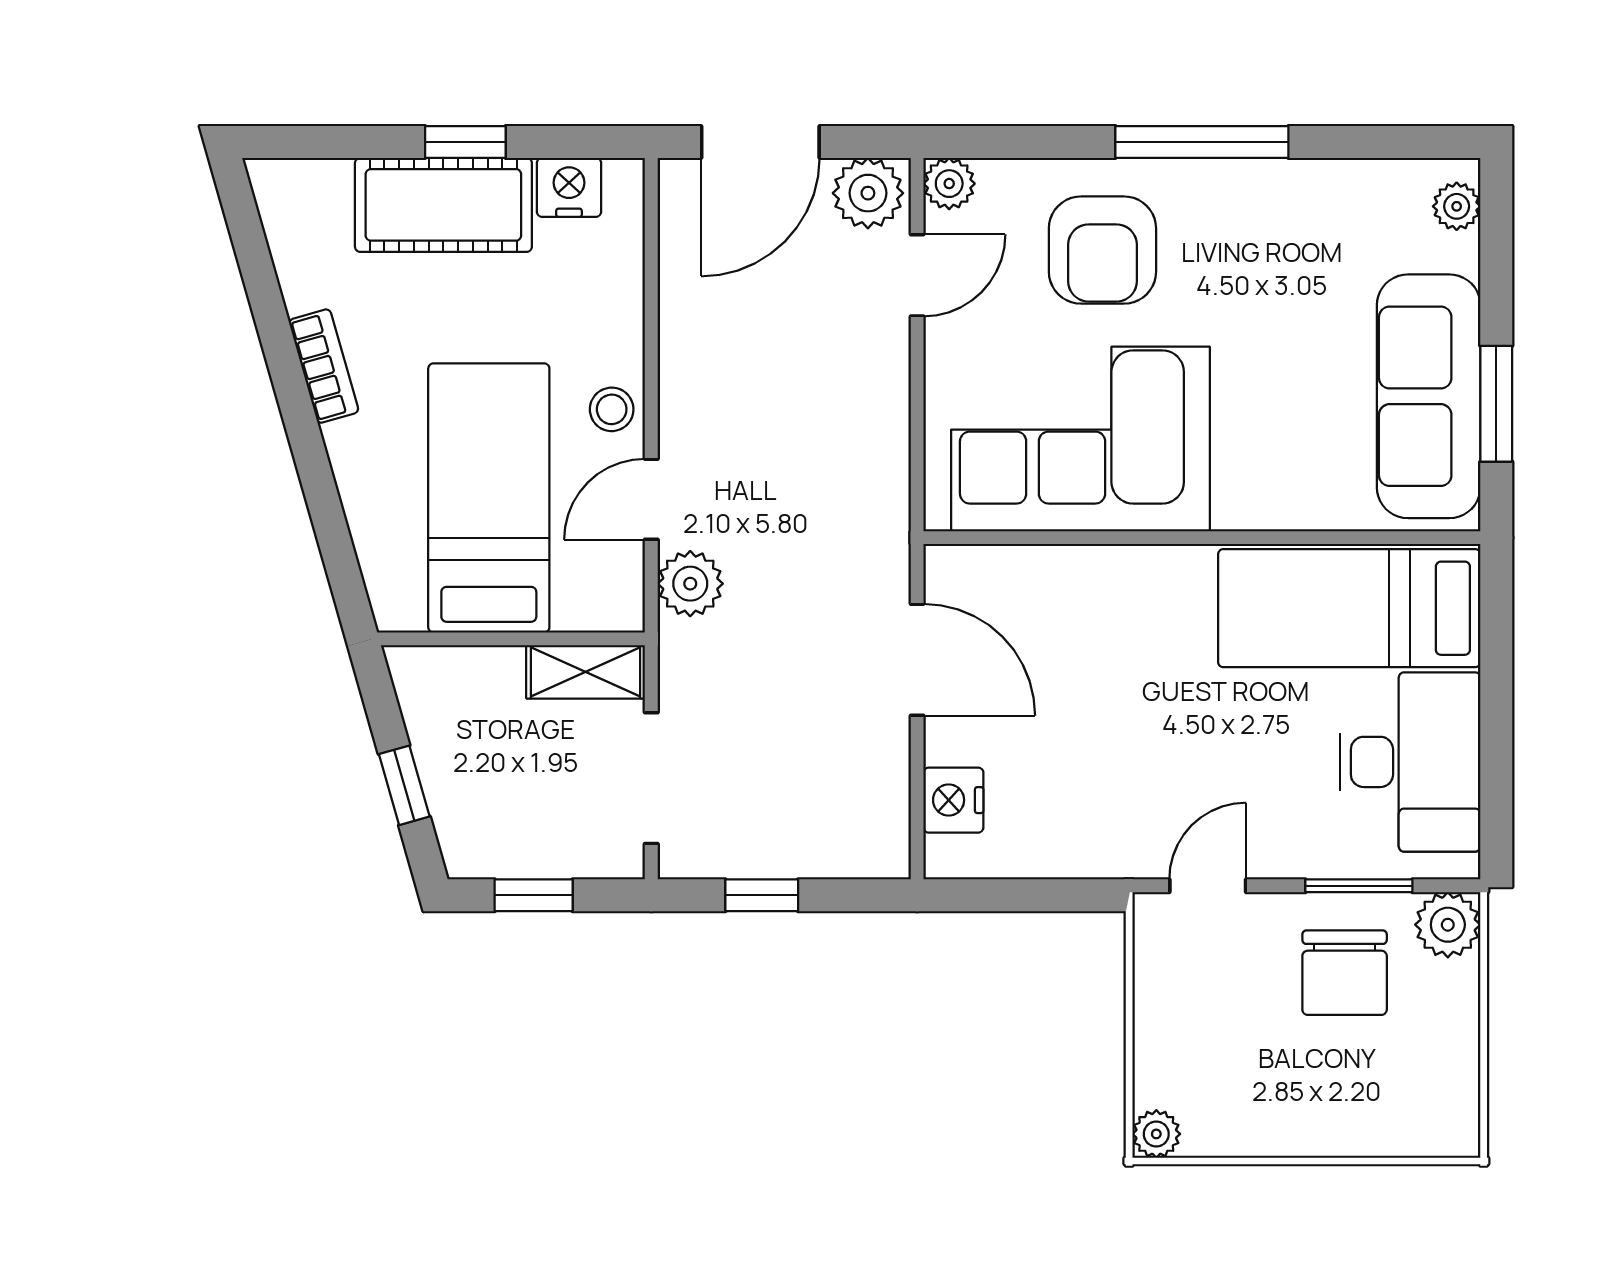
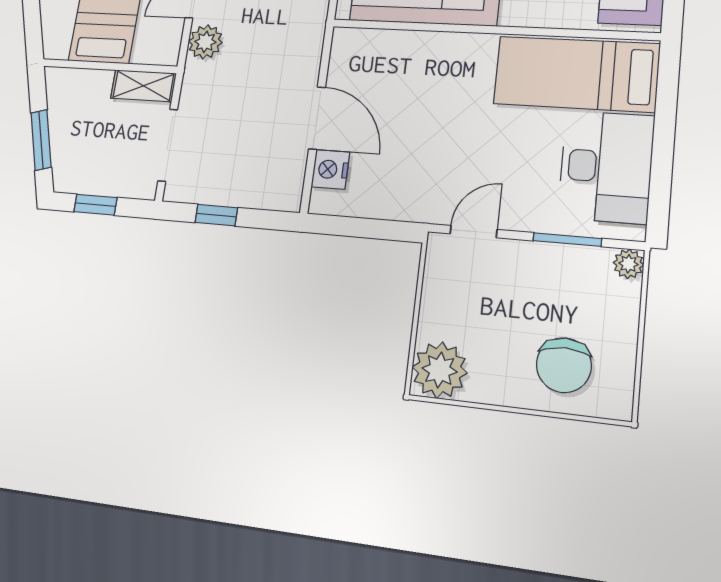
door: (917, 660) -> (317, 118), moved
window: (404, 785) -> (41, 140), width x1.50
plant: (1448, 925) -> (628, 264), width x0.73, depth x0.73
chair: (1345, 973) -> (564, 365), moved
plant: (1156, 1134) -> (440, 370), width x1.88, depth x1.88

